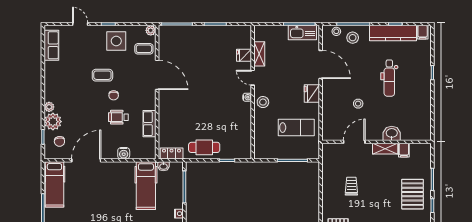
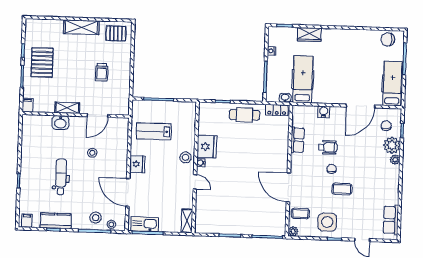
kitchen counter: (393, 33) -> (56, 221), width x0.67
shelving: (259, 54) -> (187, 221), moved
fridge: (244, 55) -> (207, 147), moved, width x1.88, depth x1.34
filing cabinet: (404, 150) -> (28, 105), moved

